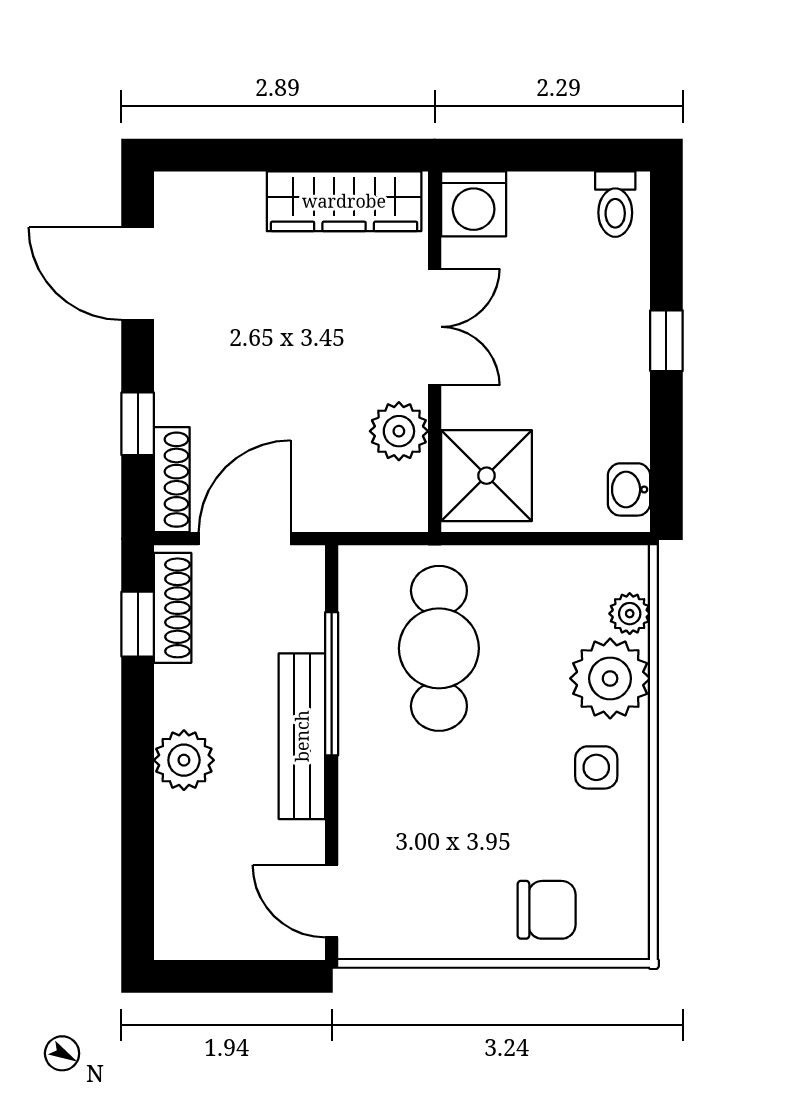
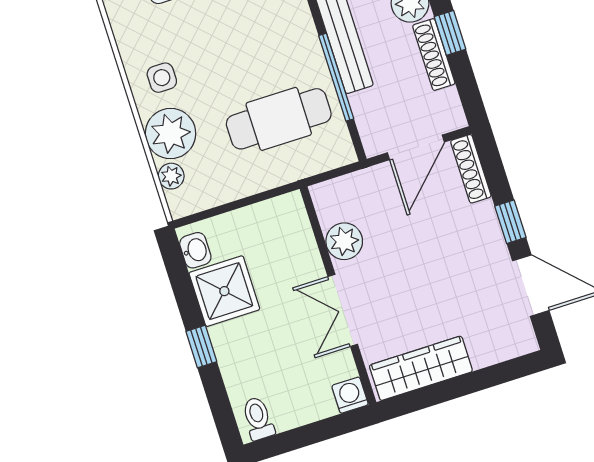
washing machine: (474, 204) -> (350, 395), width x0.73, depth x0.73
window: (138, 424) -> (510, 222), moved
shower: (486, 476) -> (224, 291), moved
shoe rack: (173, 608) -> (434, 55), moved
window: (138, 624) -> (450, 33), moved
cafe table: (439, 648) -> (279, 119), turned 90

